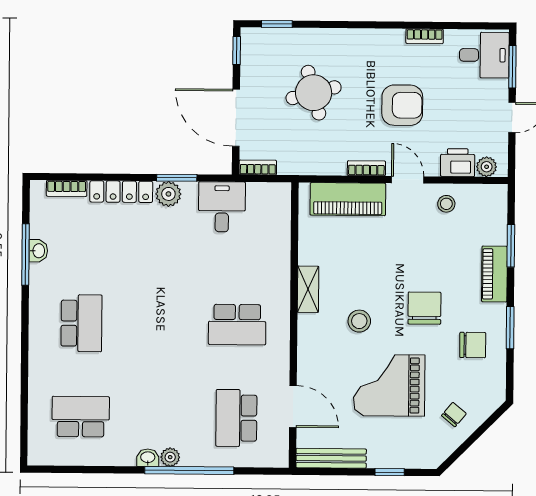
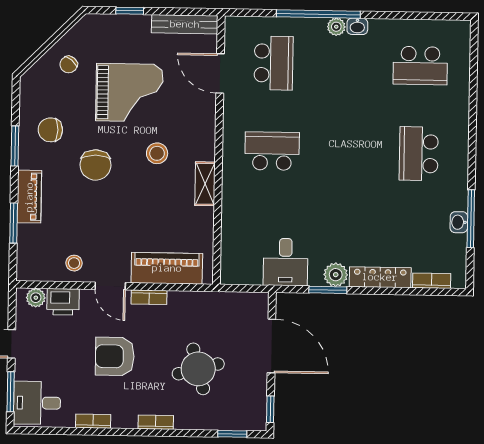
bookcase: (258, 167) -> (156, 422), moved, turned 180

